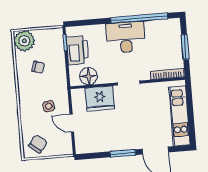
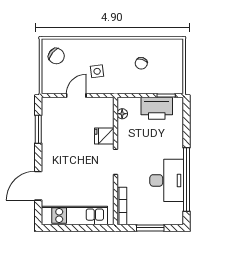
desk: (126, 37) -> (167, 180), moved
plant: (24, 41) -> (172, 50), removed
floor lamp: (89, 76) -> (122, 114), width x0.53, depth x0.53
fridge: (100, 99) -> (104, 136), width x0.53, depth x0.75
window: (123, 153) -> (38, 129), moved

